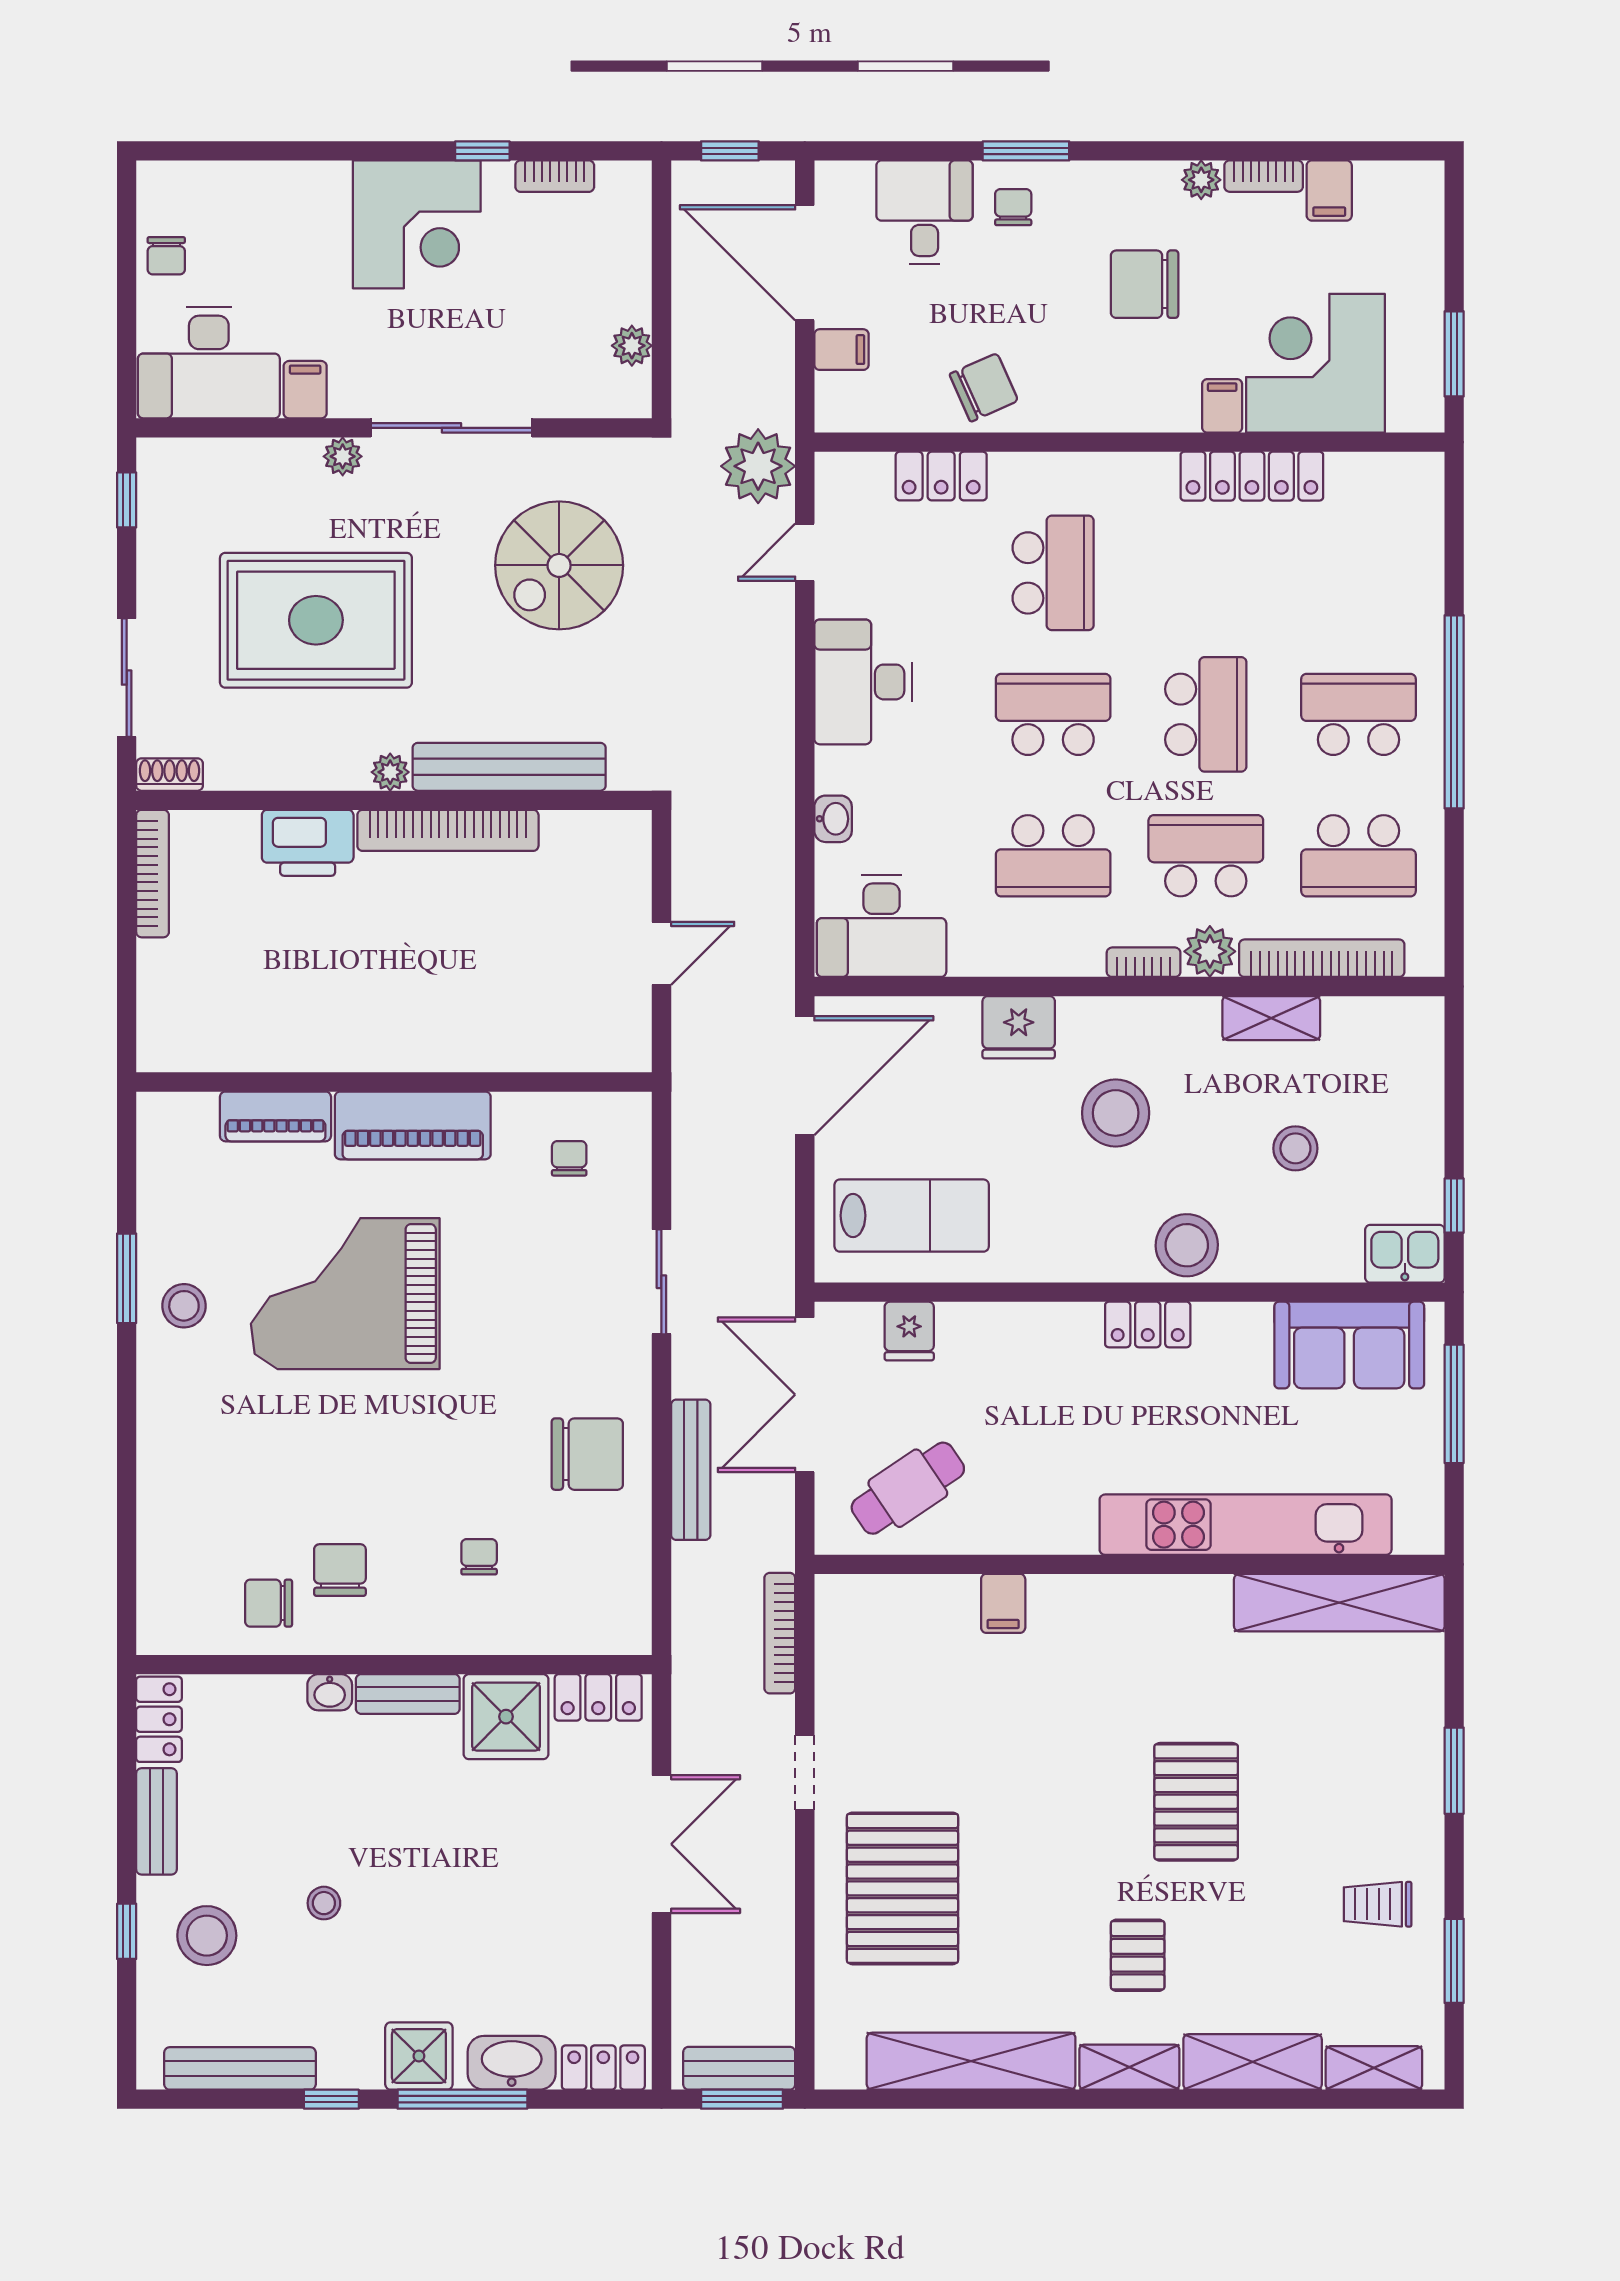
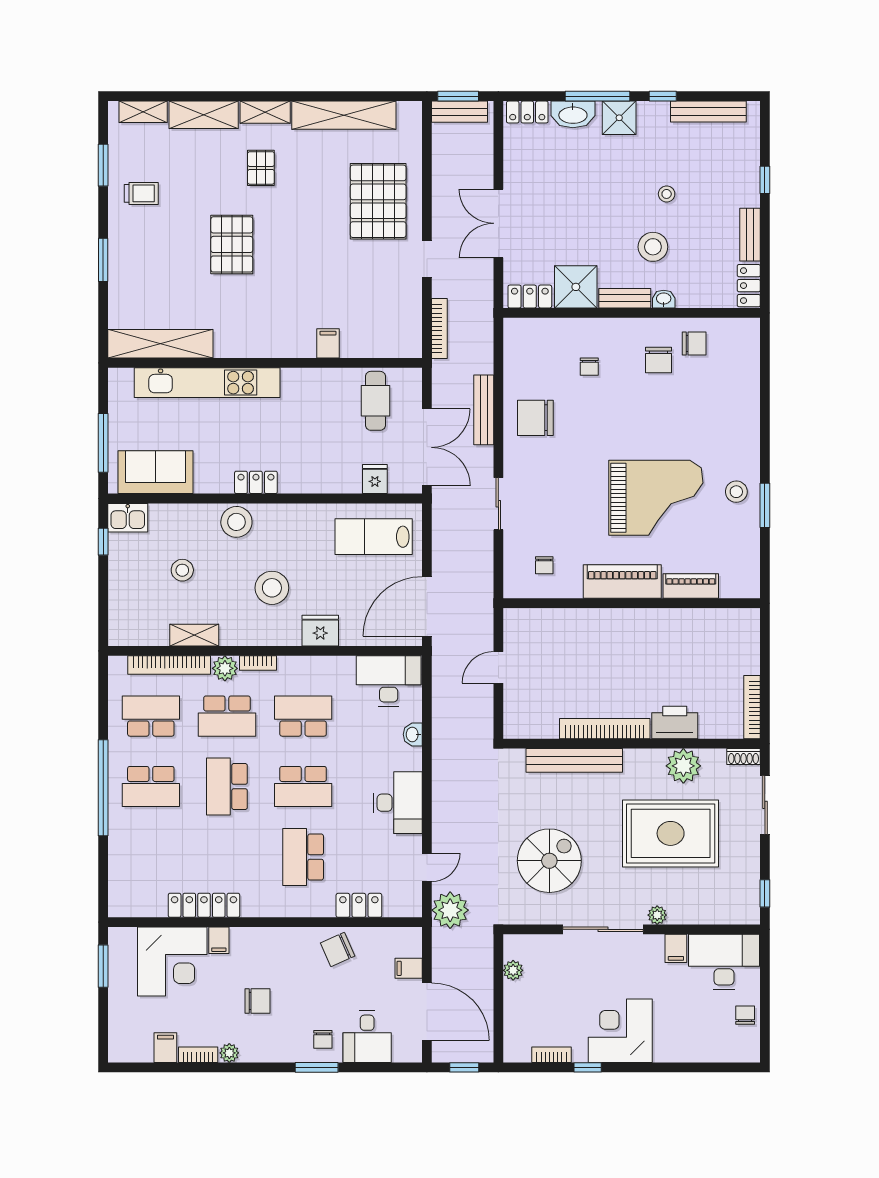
chair: (1145, 284) -> (257, 1001), width x0.73, depth x0.73
plant: (390, 772) -> (683, 766), moved, width x1.87, depth x1.87
cafe table: (908, 1488) -> (375, 401), turned -56
stool: (207, 1936) -> (653, 247), moved

